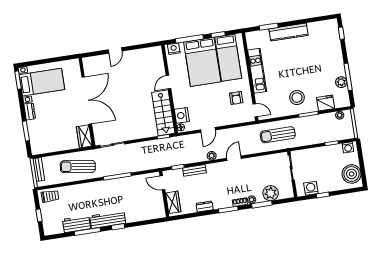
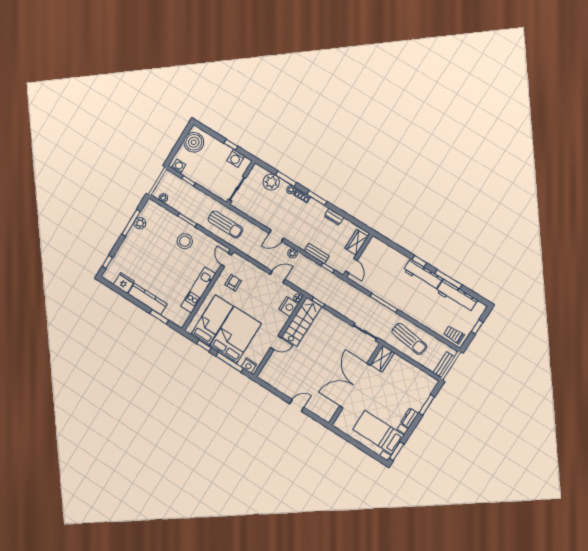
fridge: (326, 103) -> (124, 283), moved, turned 180
workbench: (77, 224) -> (457, 296), width x1.38

